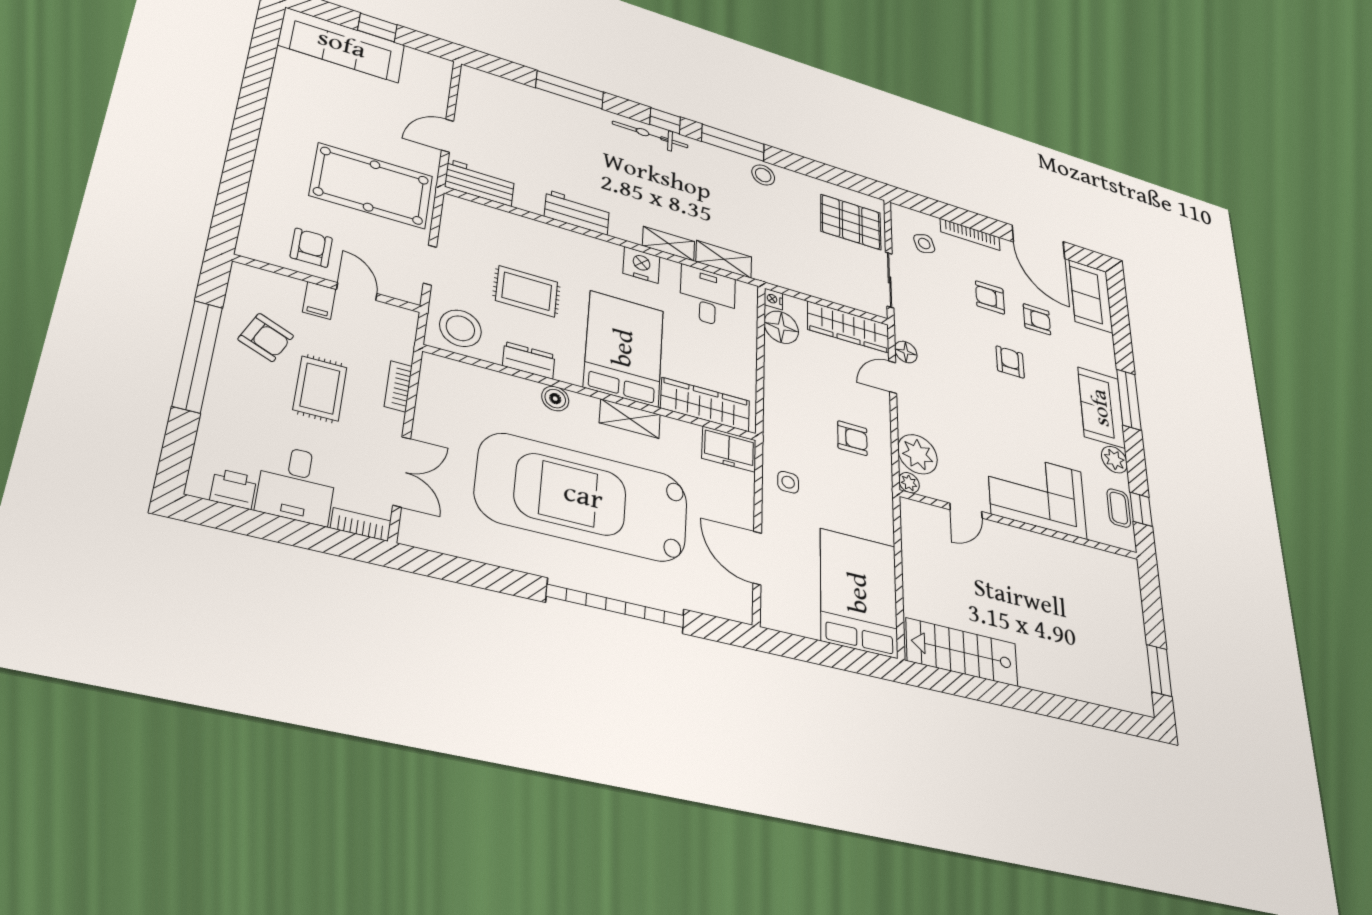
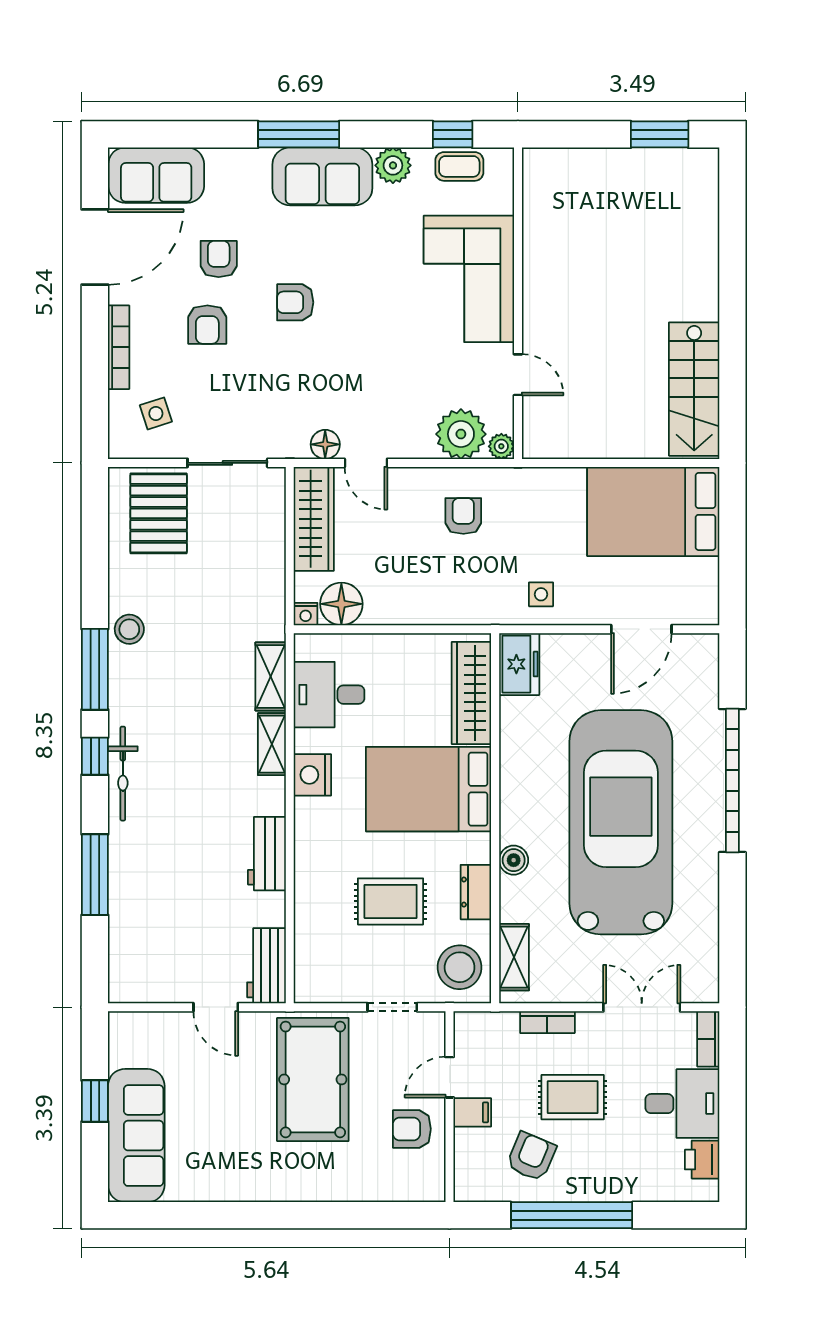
rug: (527, 291) -> (391, 901), turned 90
shelving: (630, 419) -> (514, 957), moved
car: (583, 497) -> (621, 822), turned 180

